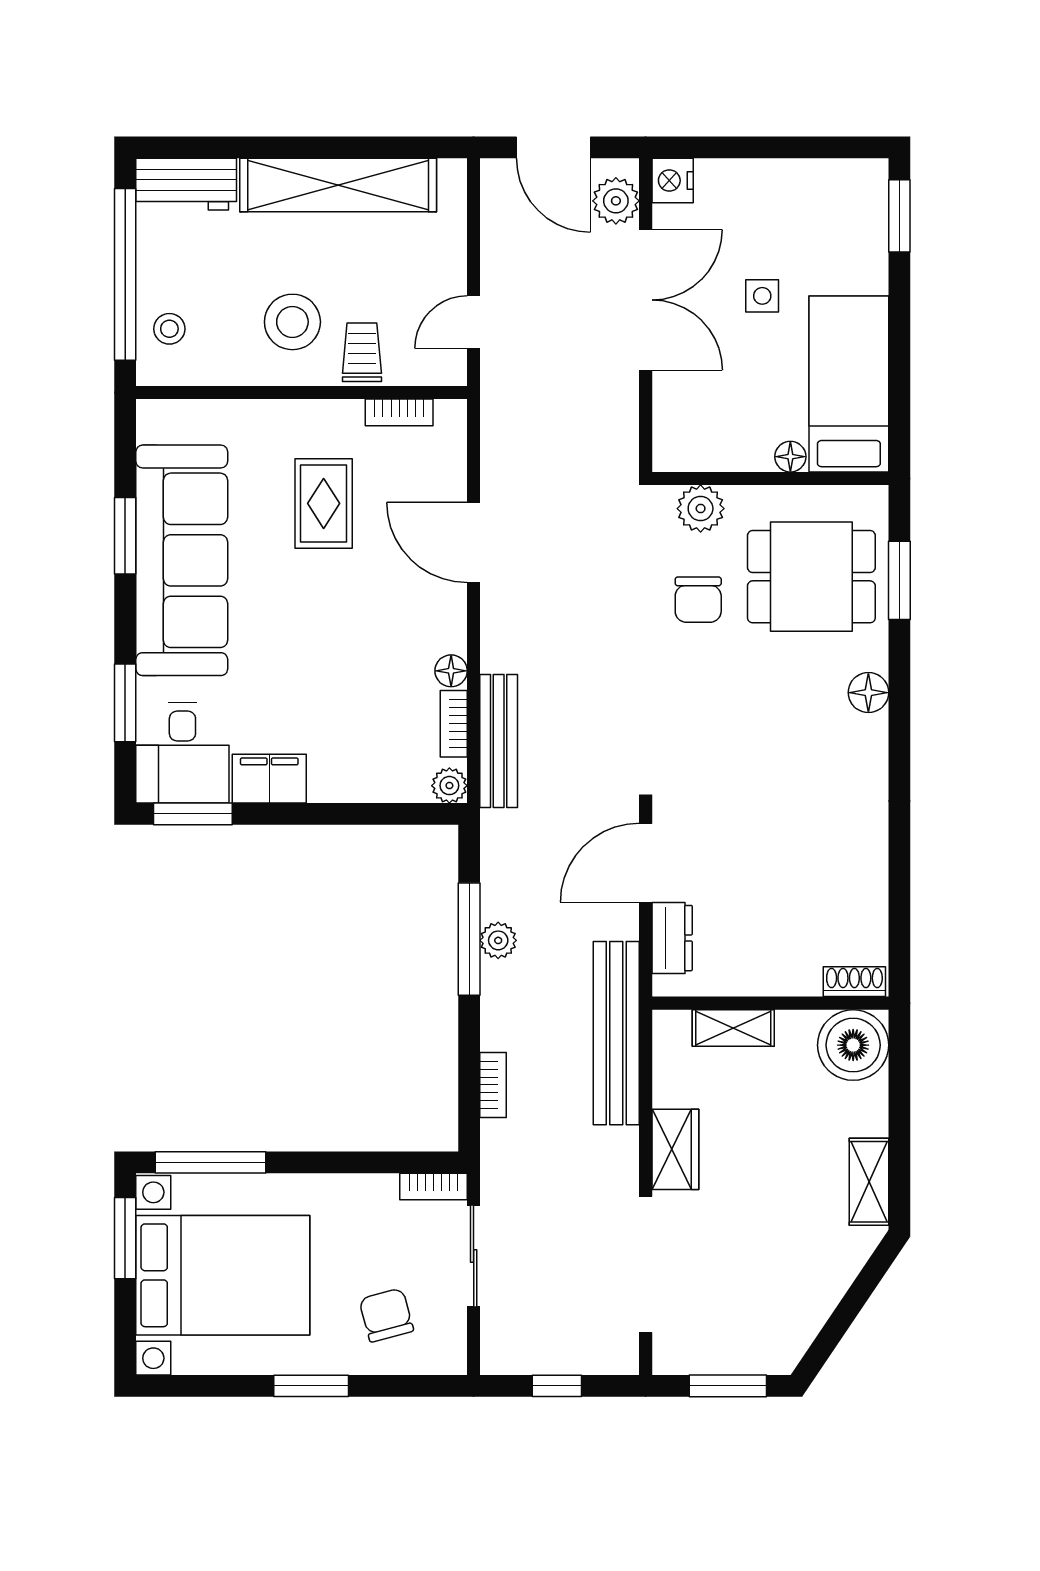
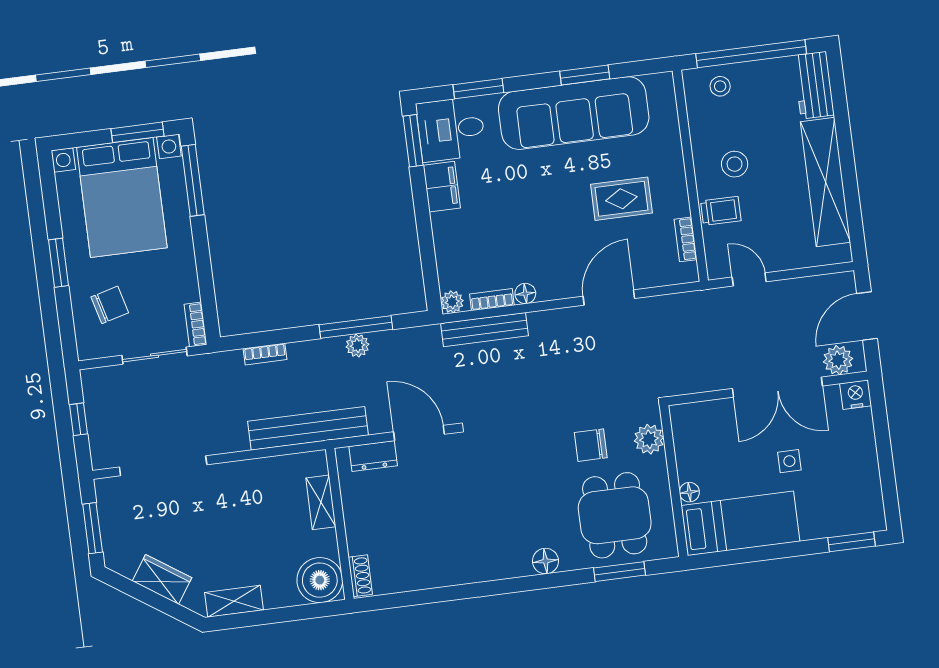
stool: (292, 322) -> (735, 164), width x0.73, depth x0.73
wardrobe: (675, 1149) -> (162, 579), moved, turned -146

